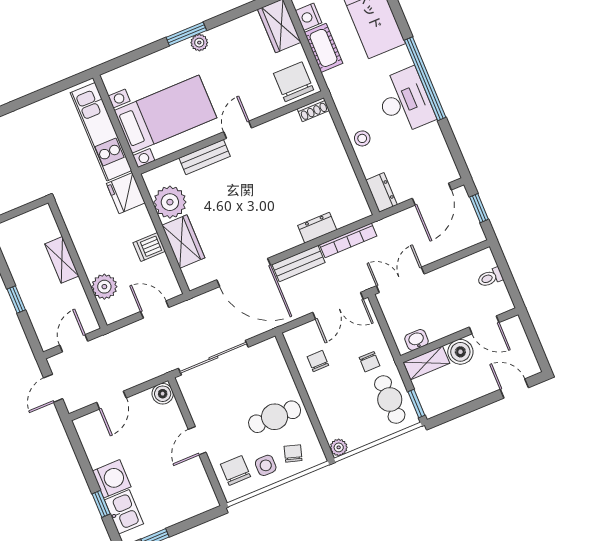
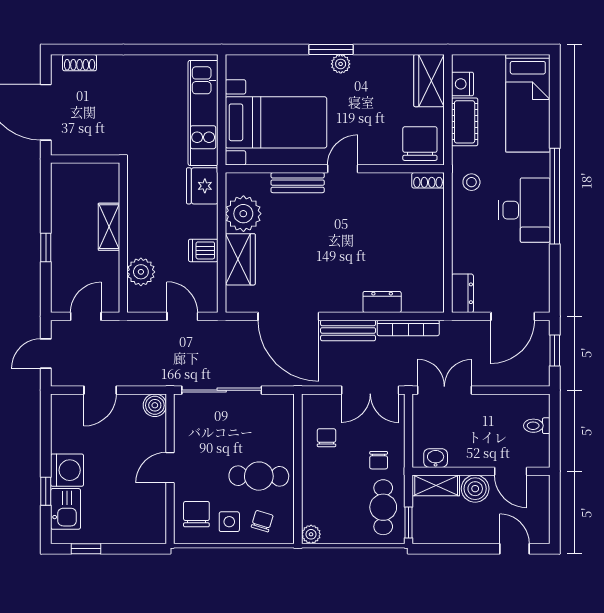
stool: (362, 138) -> (471, 182), moved

